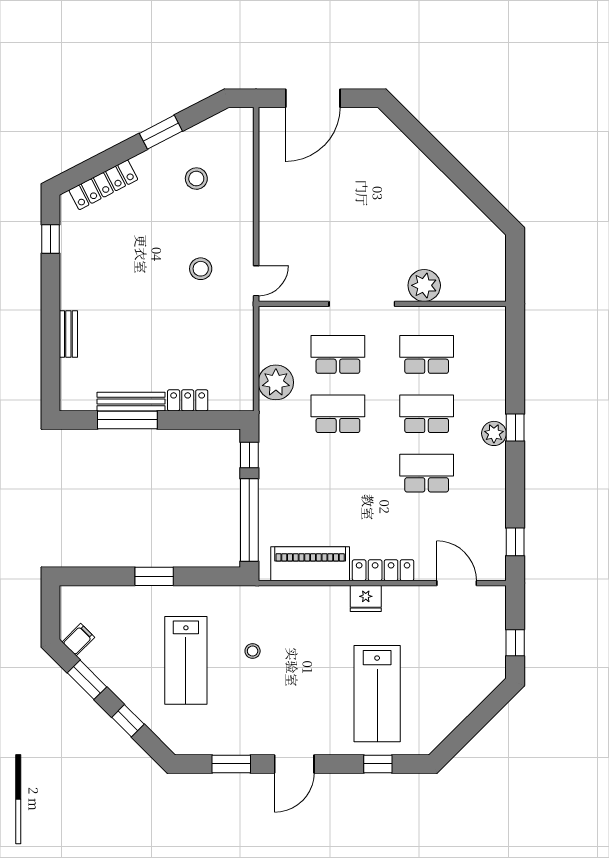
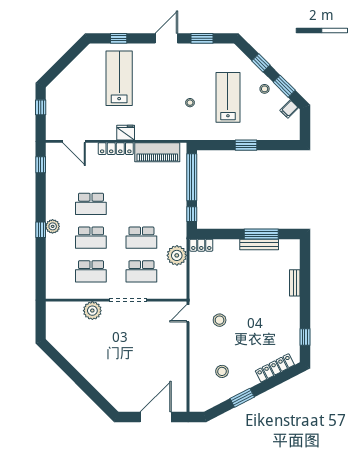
locker: (188, 400) -> (201, 245), moved
stool: (122, 675) -> (265, 89), added

